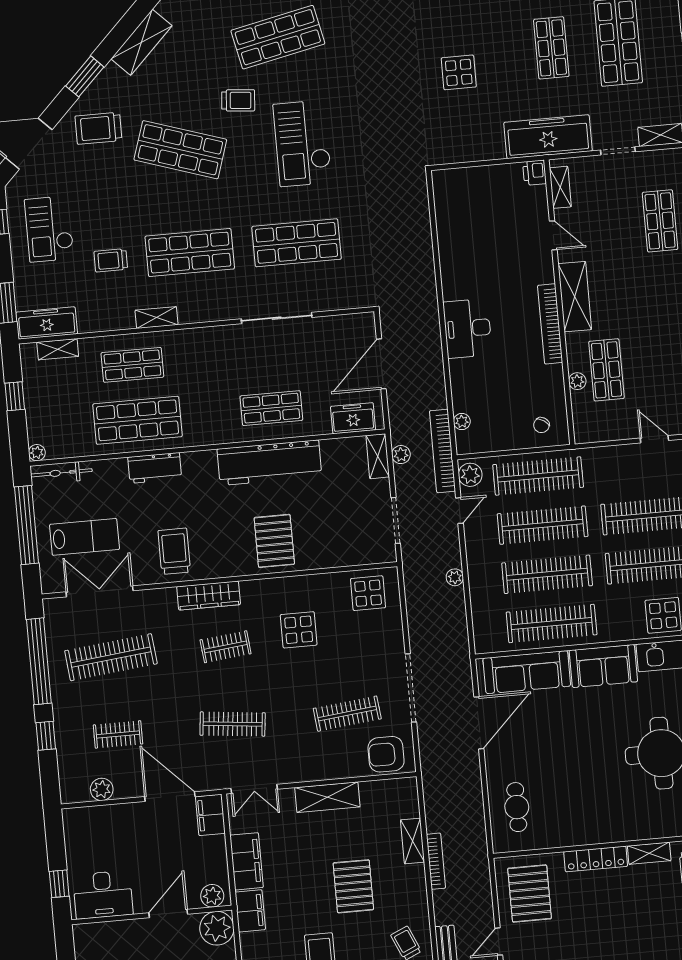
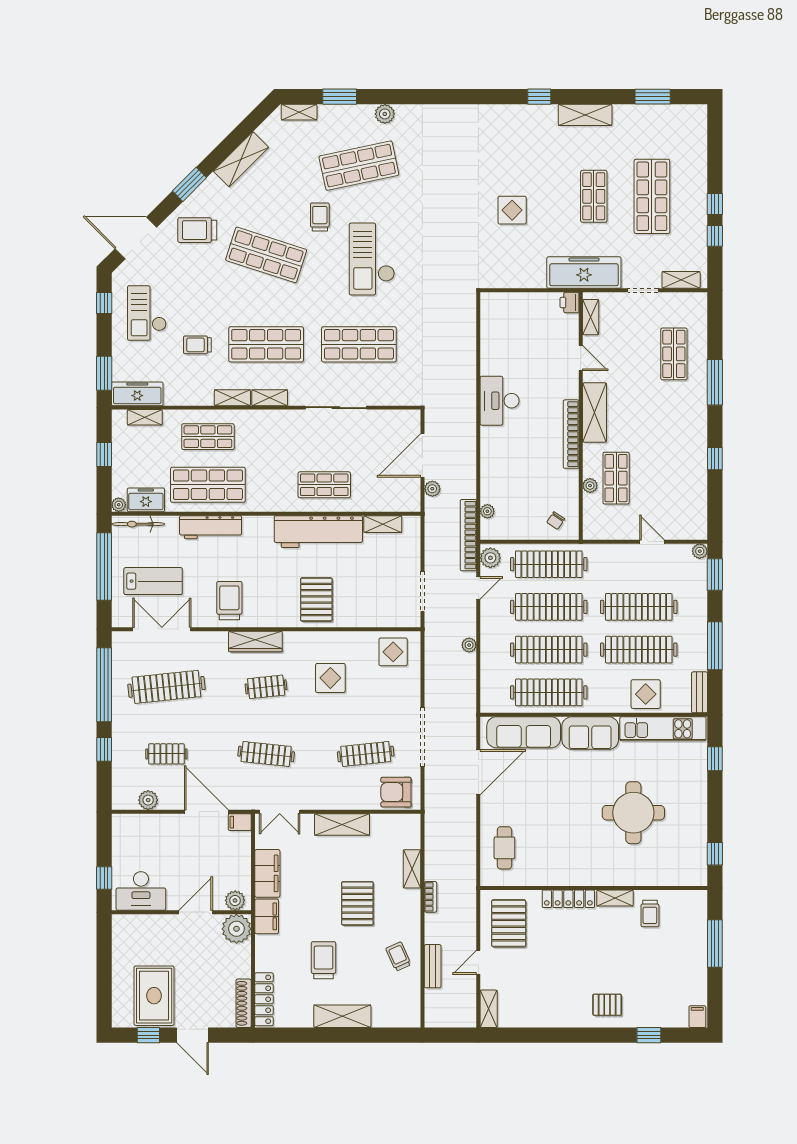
trolley: (238, 100) -> (320, 217), turned -95
shelving: (199, 314) -> (270, 398), added
desk: (467, 328) -> (500, 401), moved
freezer: (353, 418) -> (146, 500), moved
plant: (401, 455) -> (432, 489), moved
shelving: (378, 456) -> (383, 524), moved, turned 90
workbench: (155, 468) -> (211, 527), width x1.38
filing cabinet: (210, 815) -> (240, 822), width x0.50
bookcase: (436, 861) -> (431, 897), width x0.64

